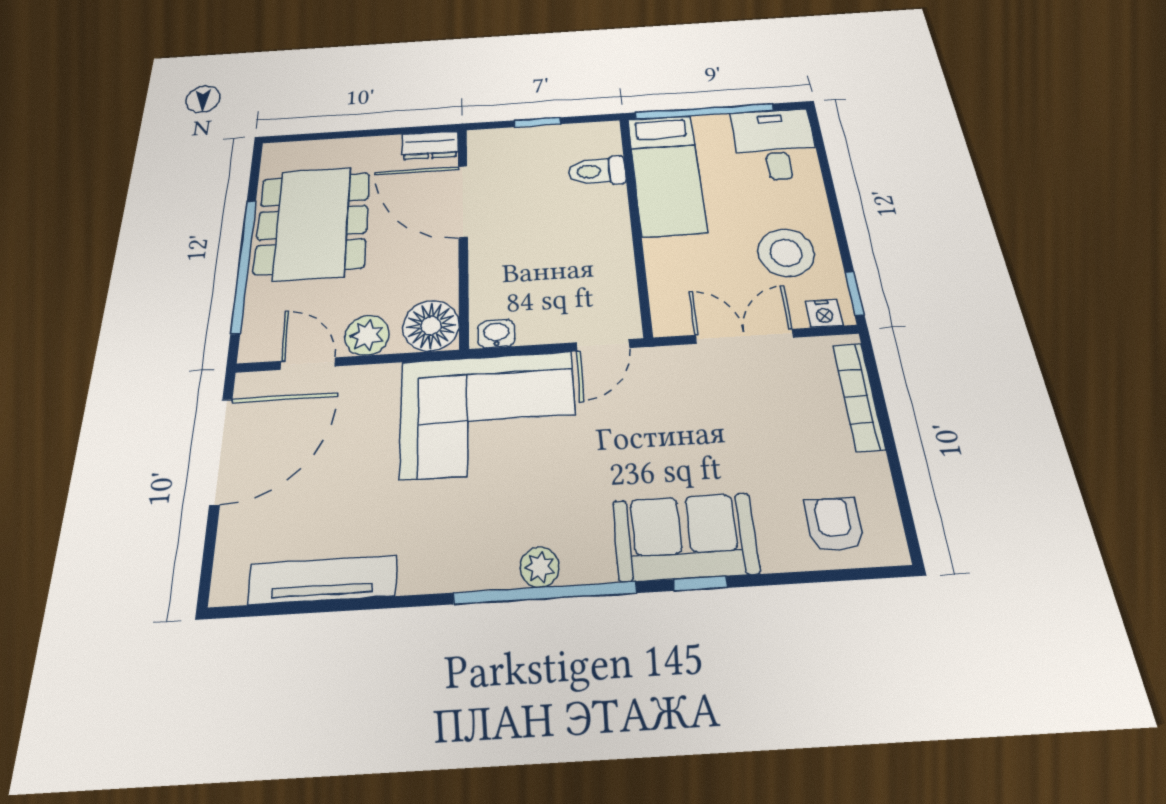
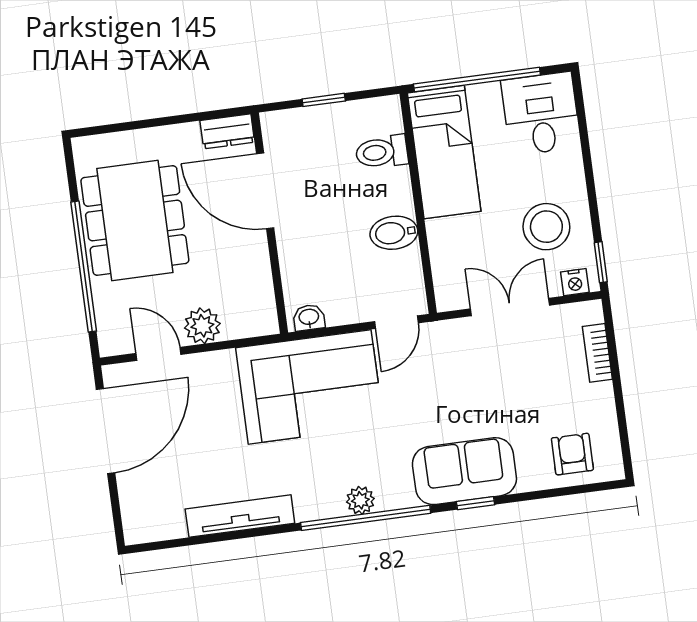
bidet: (606, 250) -> (394, 233), added
floor lamp: (431, 326) -> (254, 314), removed
bookcase: (859, 396) -> (597, 353), width x0.64
tv unit: (323, 580) -> (240, 516), moved

